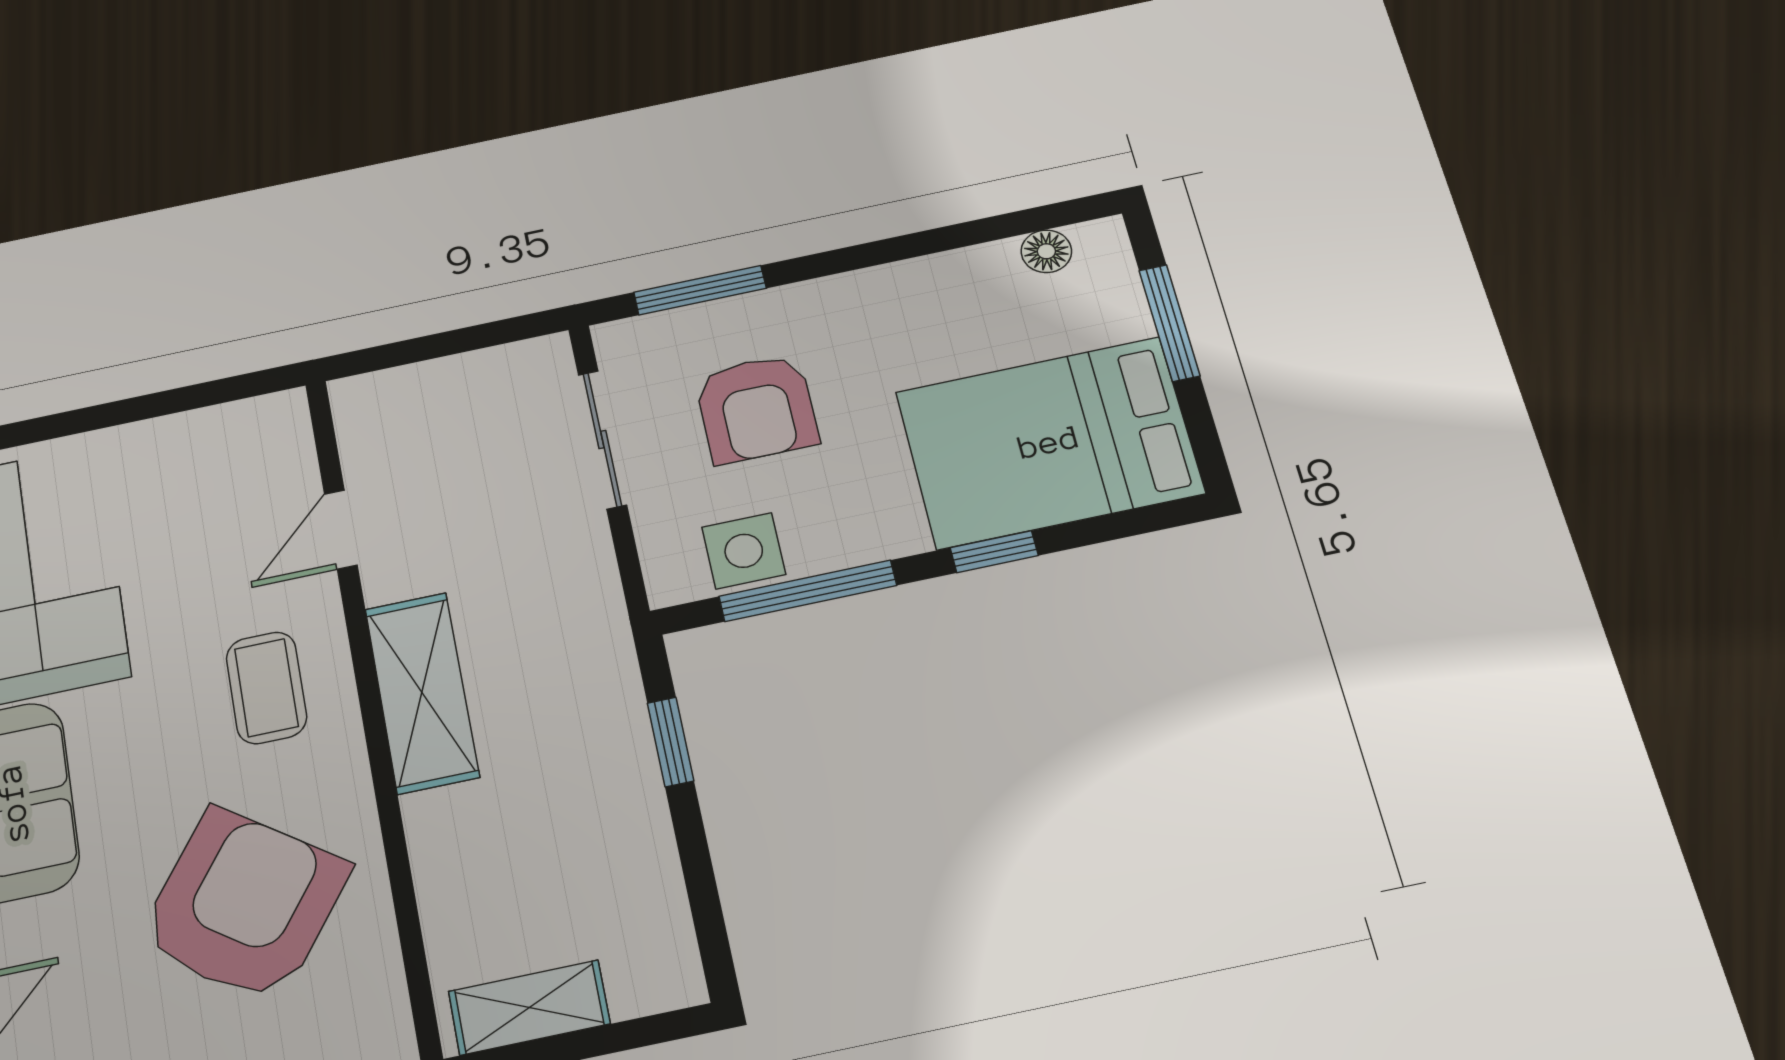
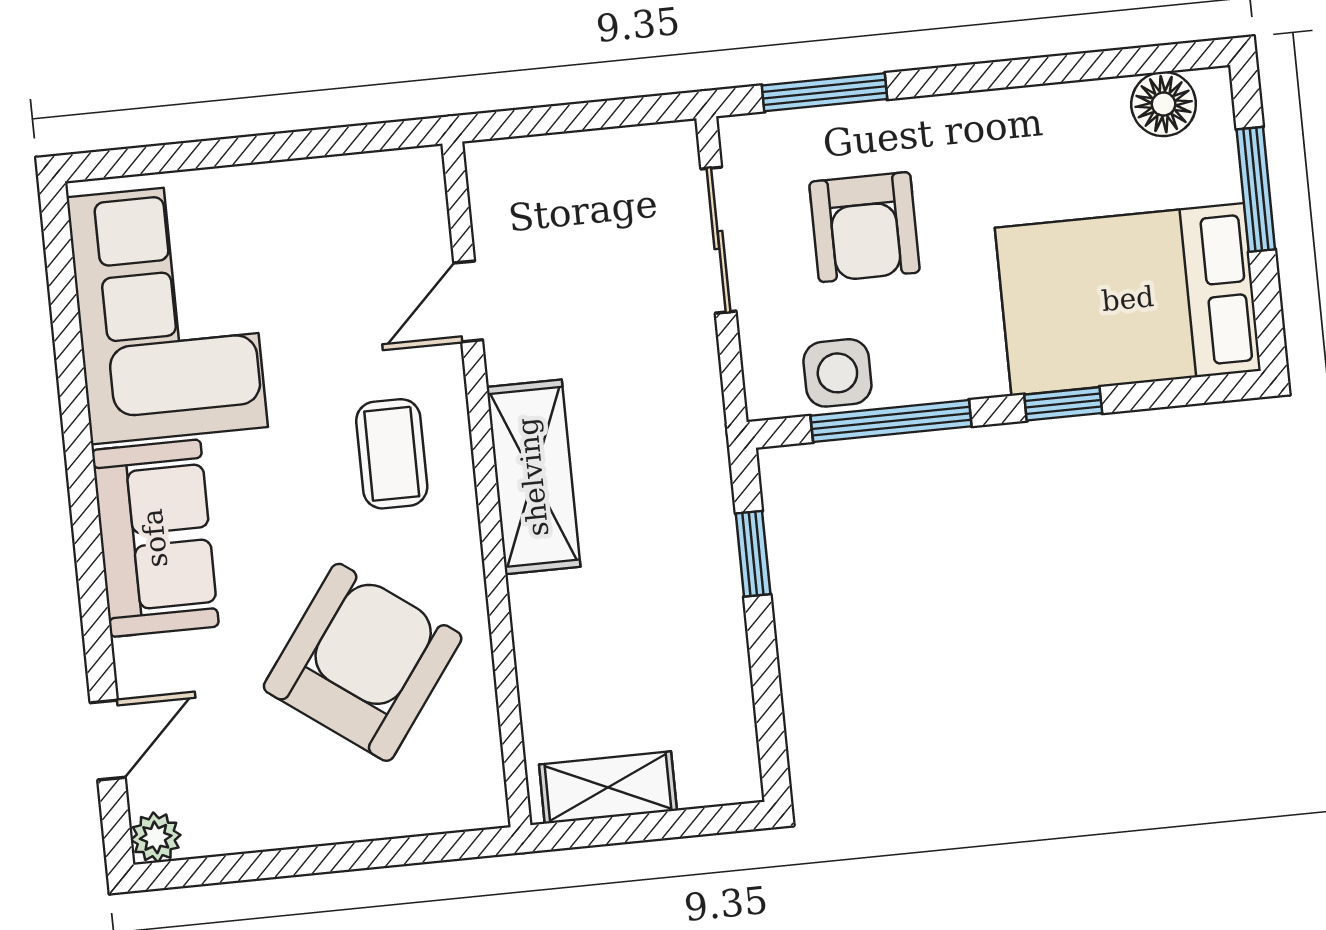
floor lamp: (1046, 251) -> (1164, 104), width x1.37, depth x1.37

